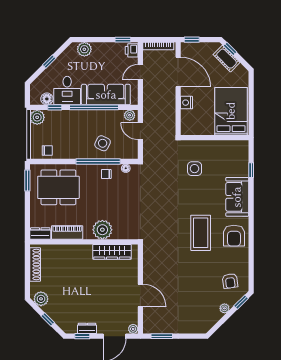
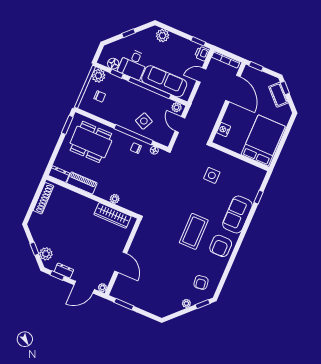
nightstand: (187, 103) -> (224, 130), moved
chair: (47, 151) -> (100, 96), moved
plant: (102, 230) -> (115, 199), width x0.53, depth x0.53
plant: (41, 299) -> (46, 254), moved

